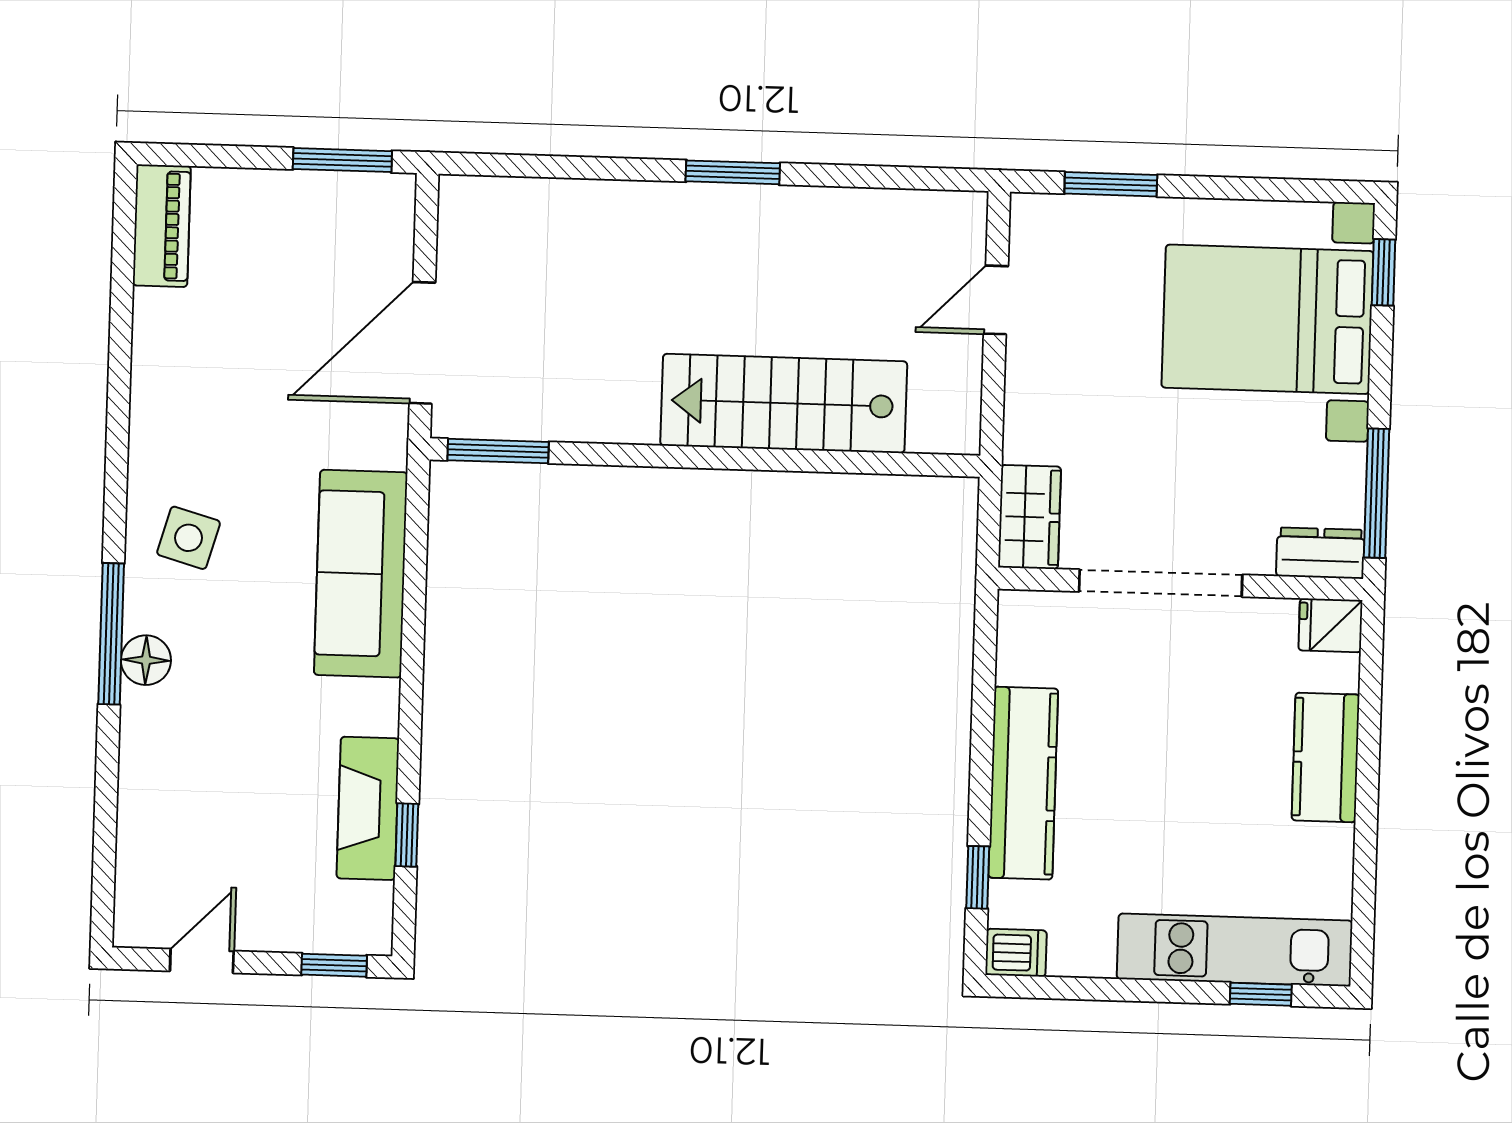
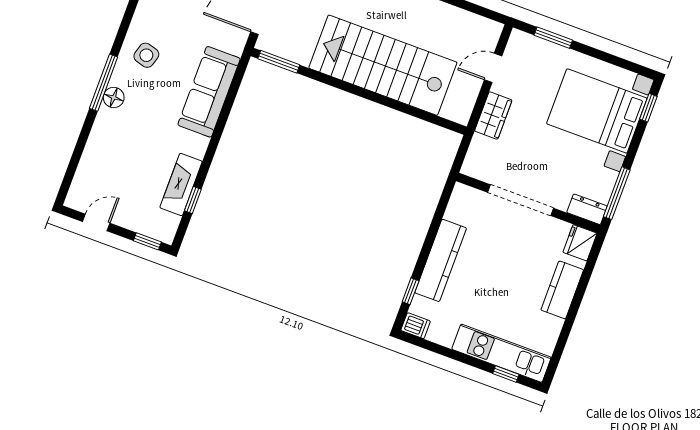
stairs: (784, 403) -> (383, 65), width x1.36, depth x1.51
wardrobe: (1030, 517) -> (493, 115), moved
fridge: (1331, 625) -> (580, 243), width x1.38

